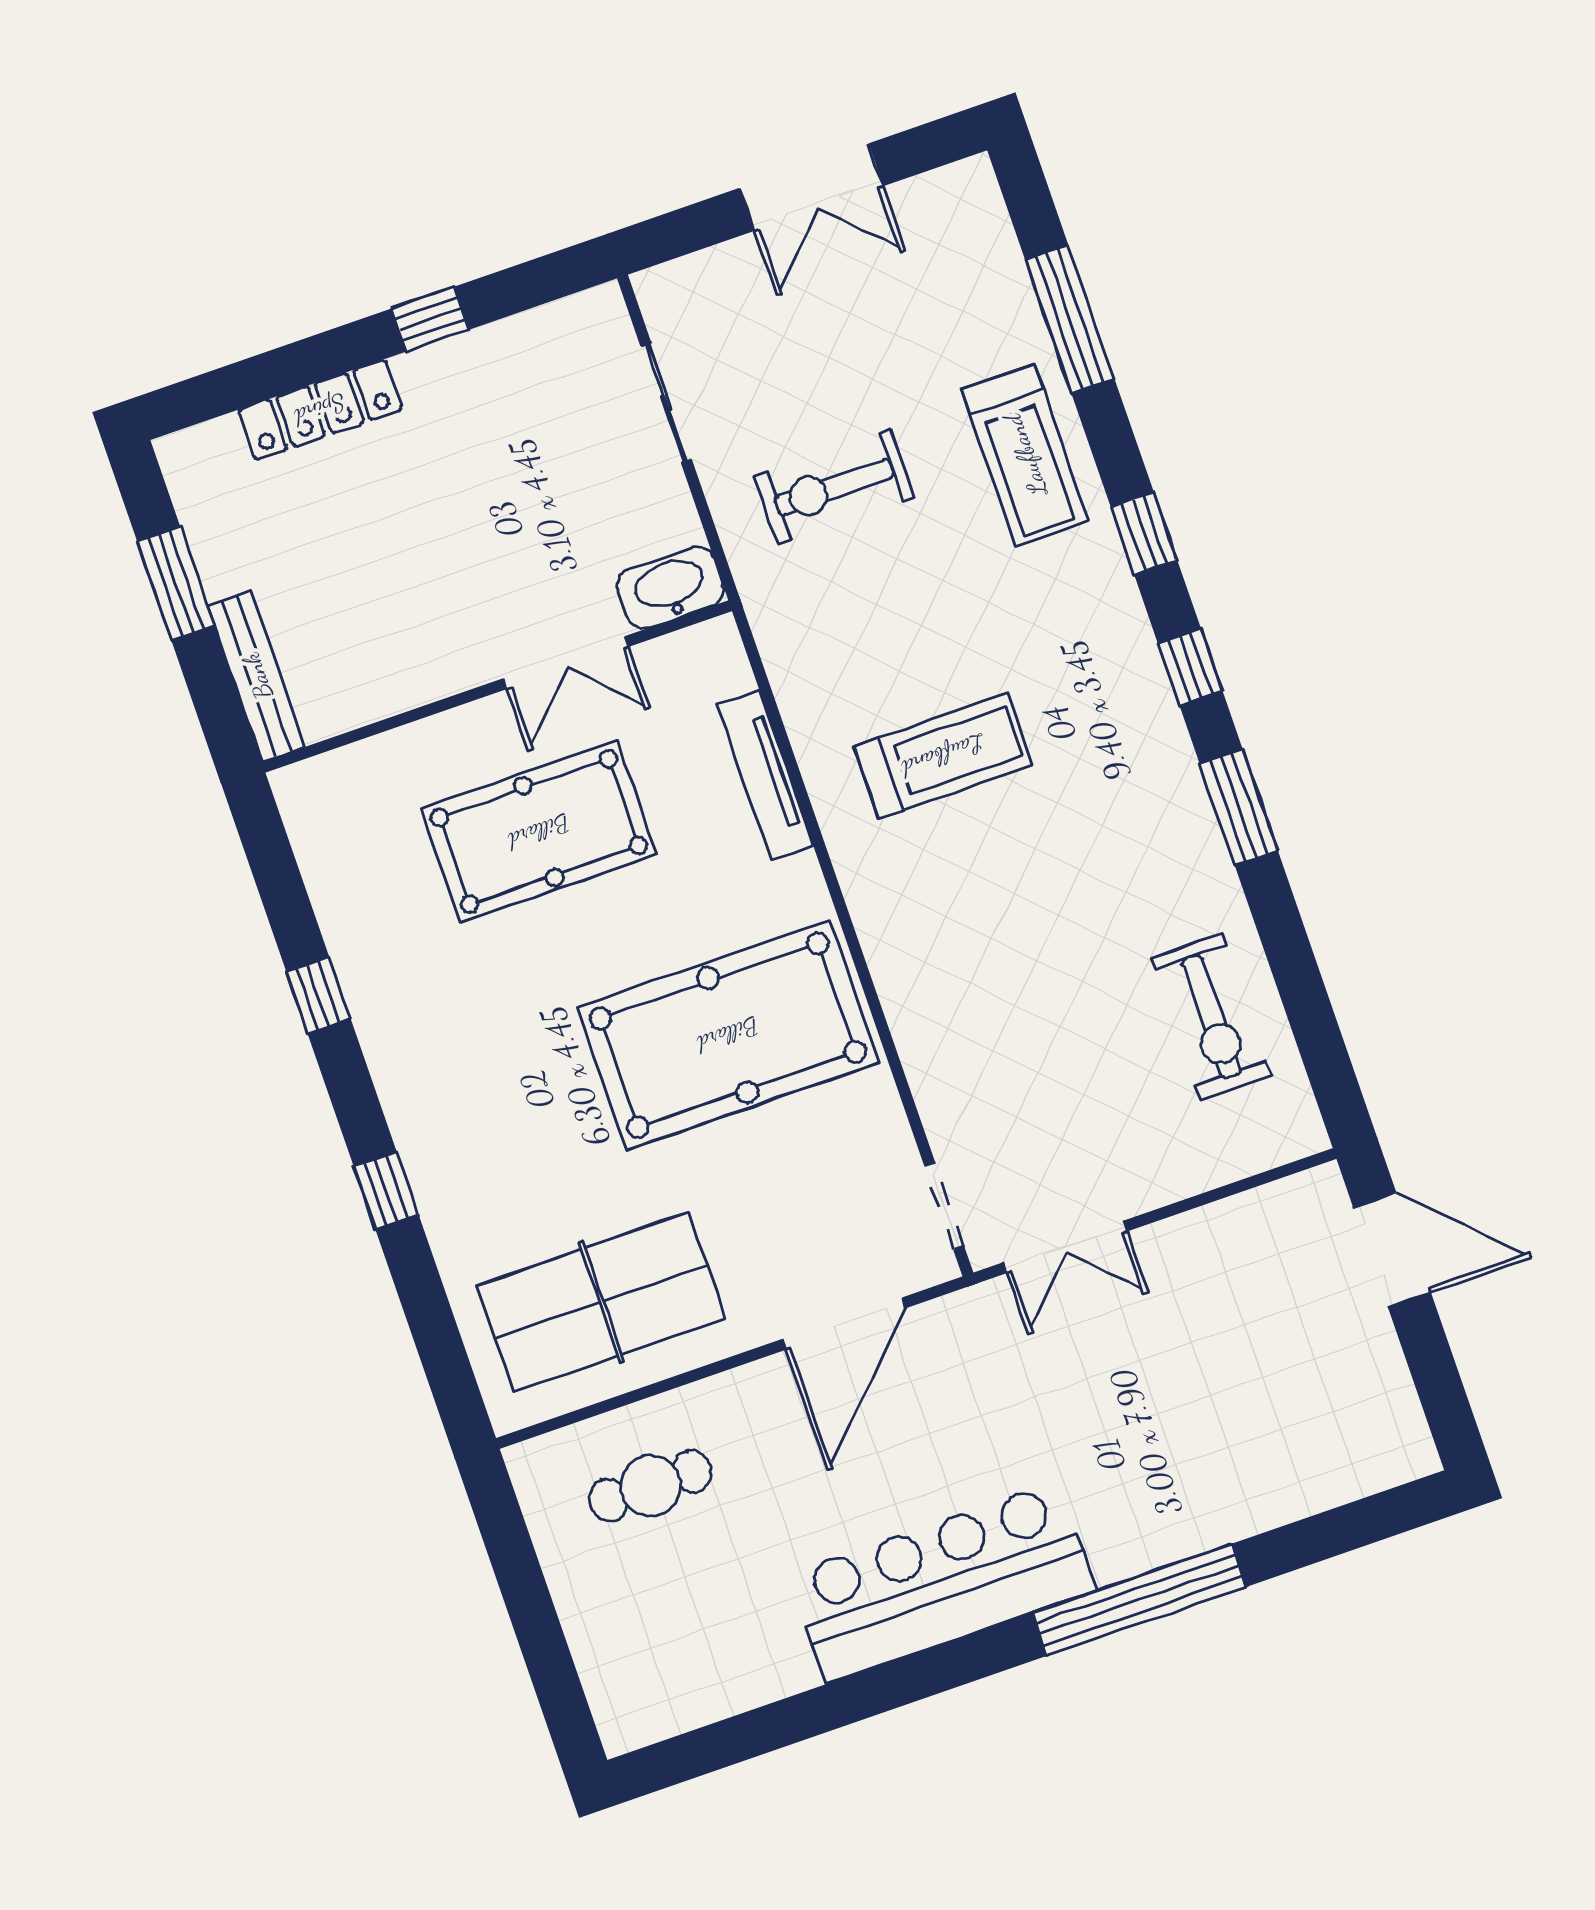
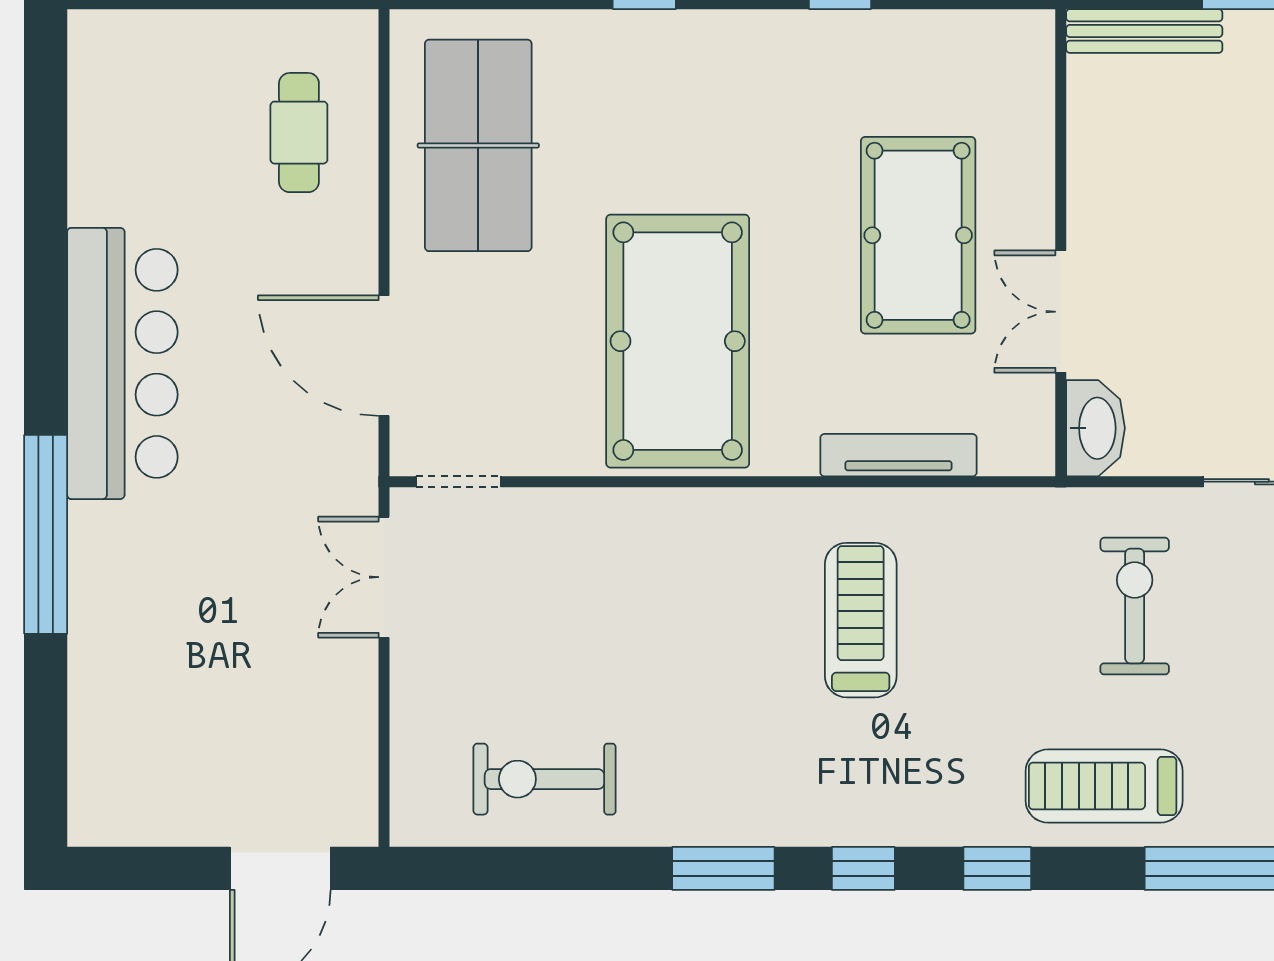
treadmill: (943, 756) -> (861, 620), turned 180

